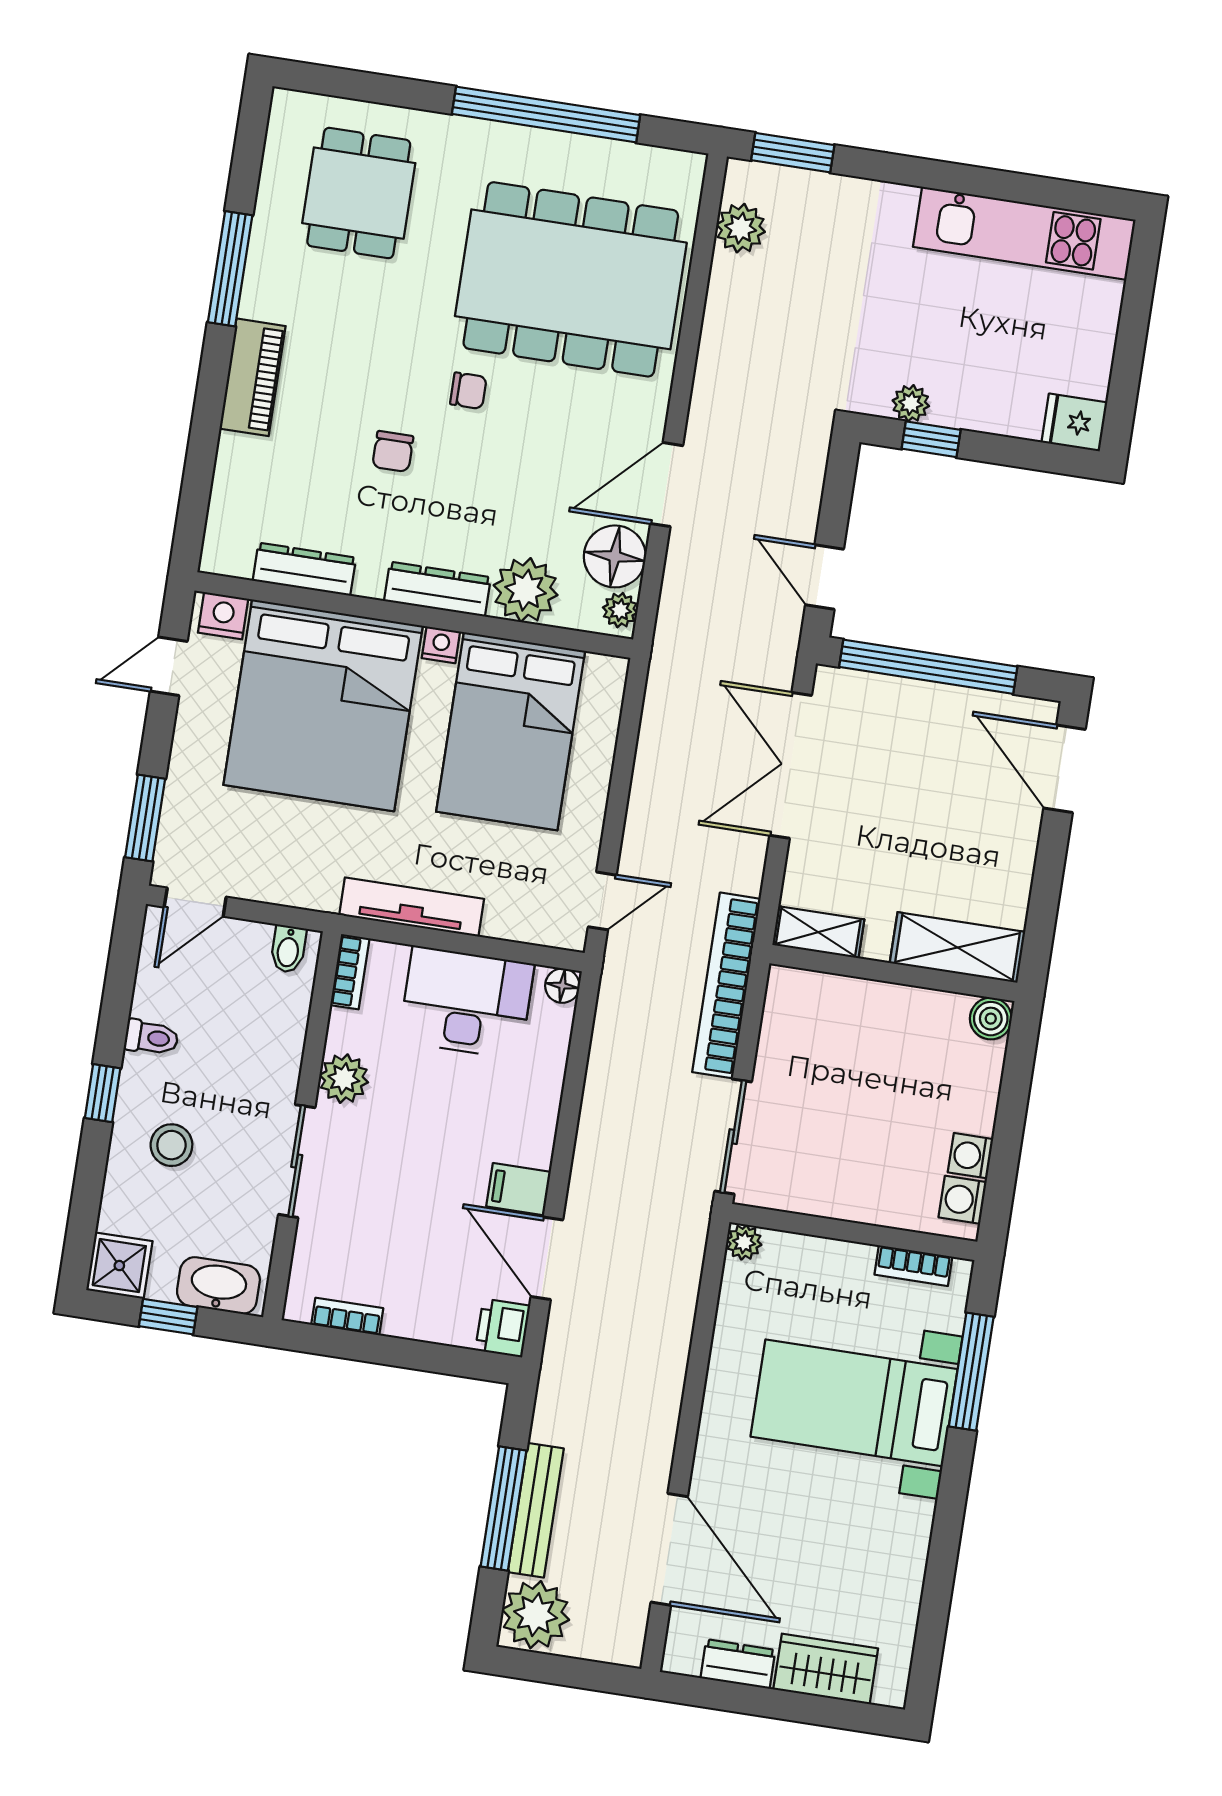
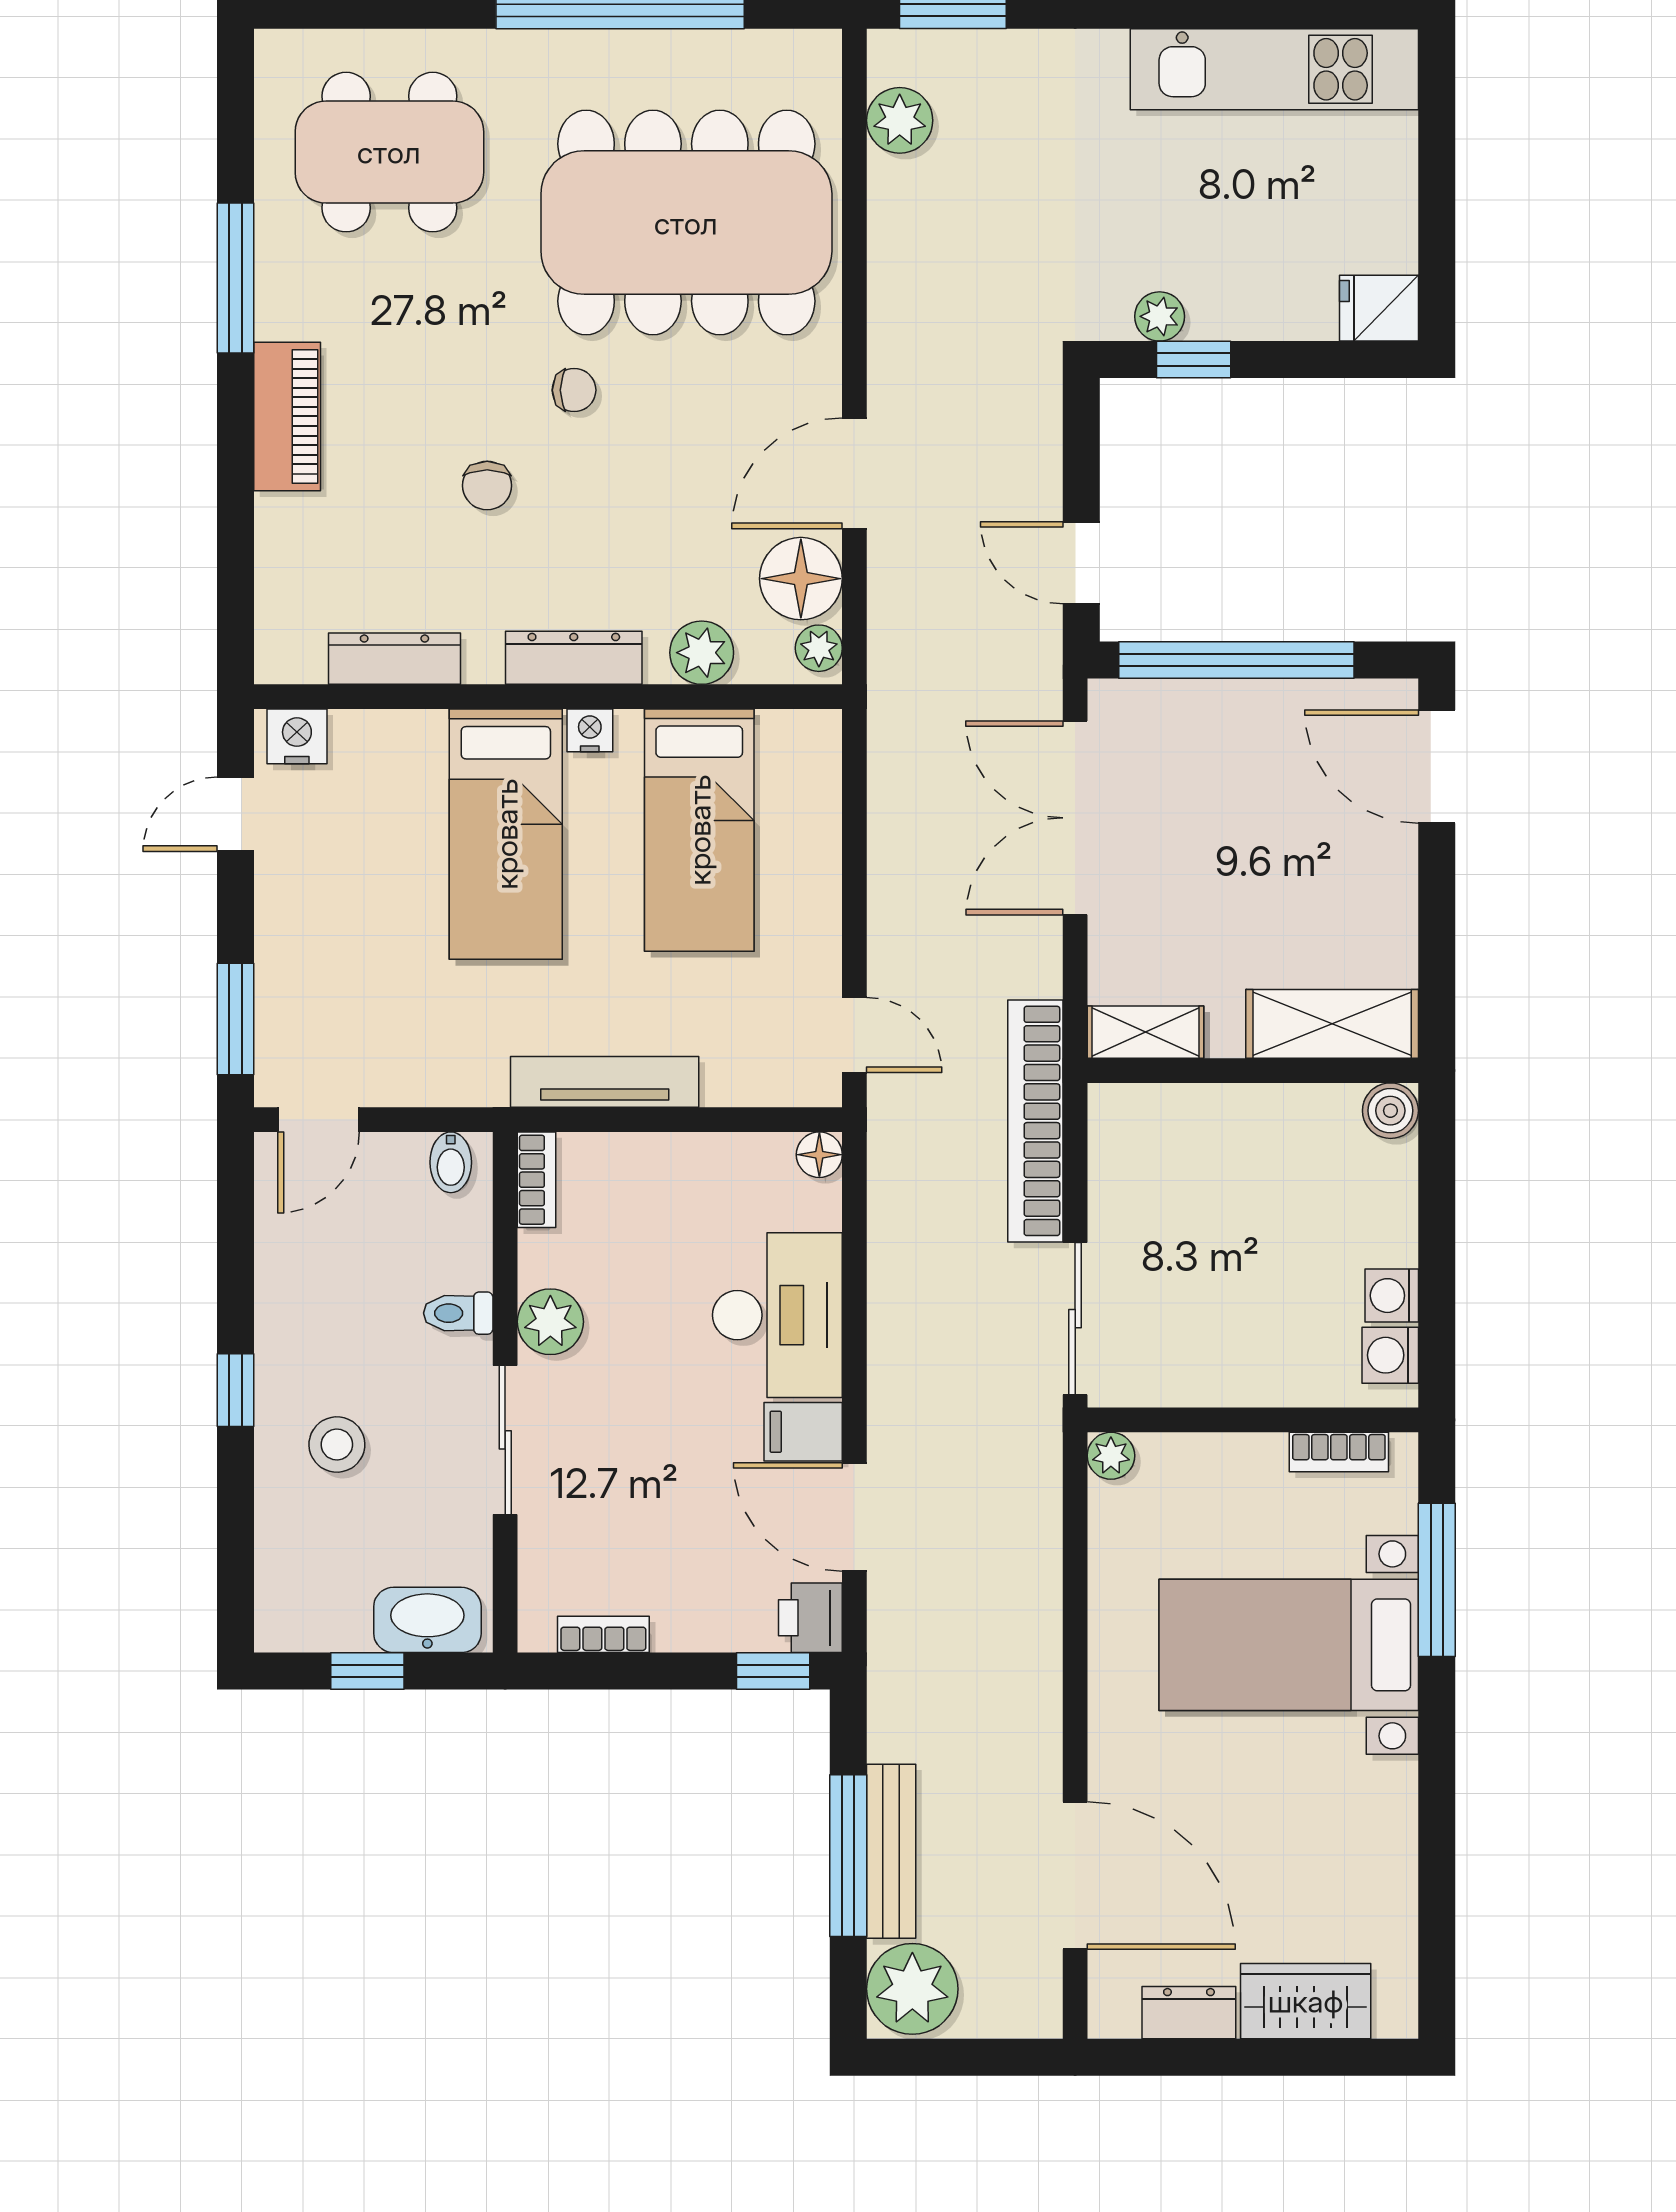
dining table: (359, 193) -> (389, 152), width x1.38
plant: (526, 590) -> (702, 653), width x0.73, depth x0.73
bed: (323, 705) -> (506, 834), width x0.49
bed: (511, 731) -> (699, 830), width x0.67
door: (602, 901) -> (854, 1035), hinge flipped
desk: (466, 1003) -> (777, 1315), moved, turned 90
toilet: (151, 1038) -> (458, 1313), moved, turned 180
shower: (119, 1266) -> (293, 1614), removed
window: (469, 1363) -> (773, 1671), added

